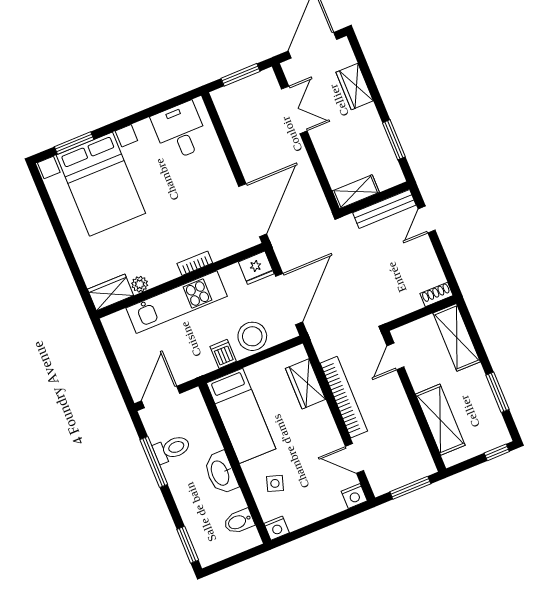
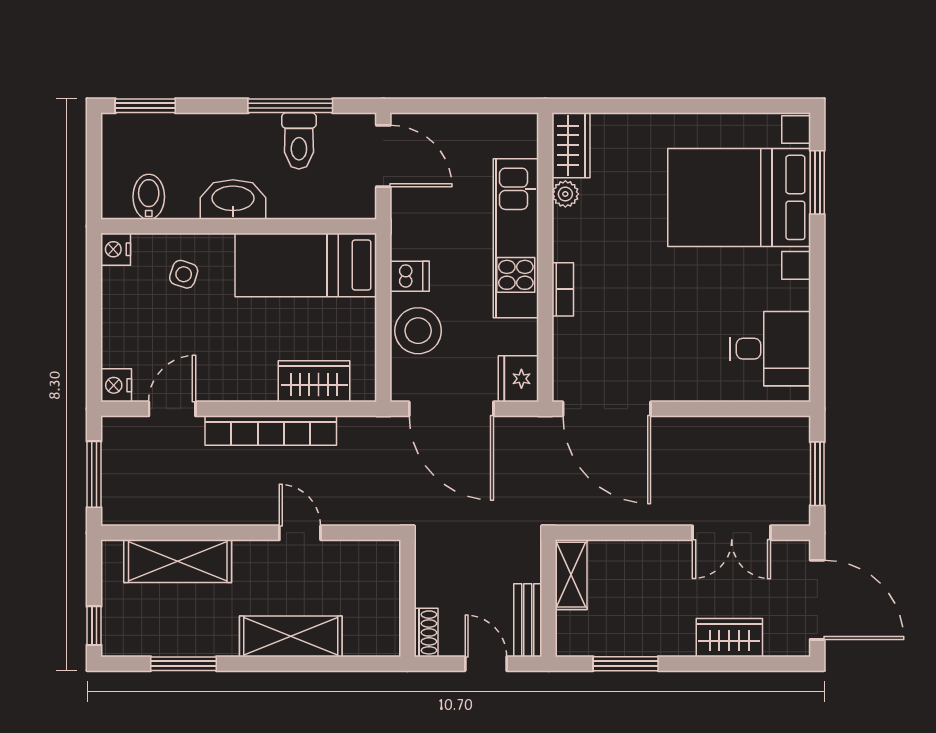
bench: (384, 209) -> (528, 620), width x0.73
shoe rack: (436, 294) -> (426, 632), moved
wall: (421, 313) -> (407, 598), moved

